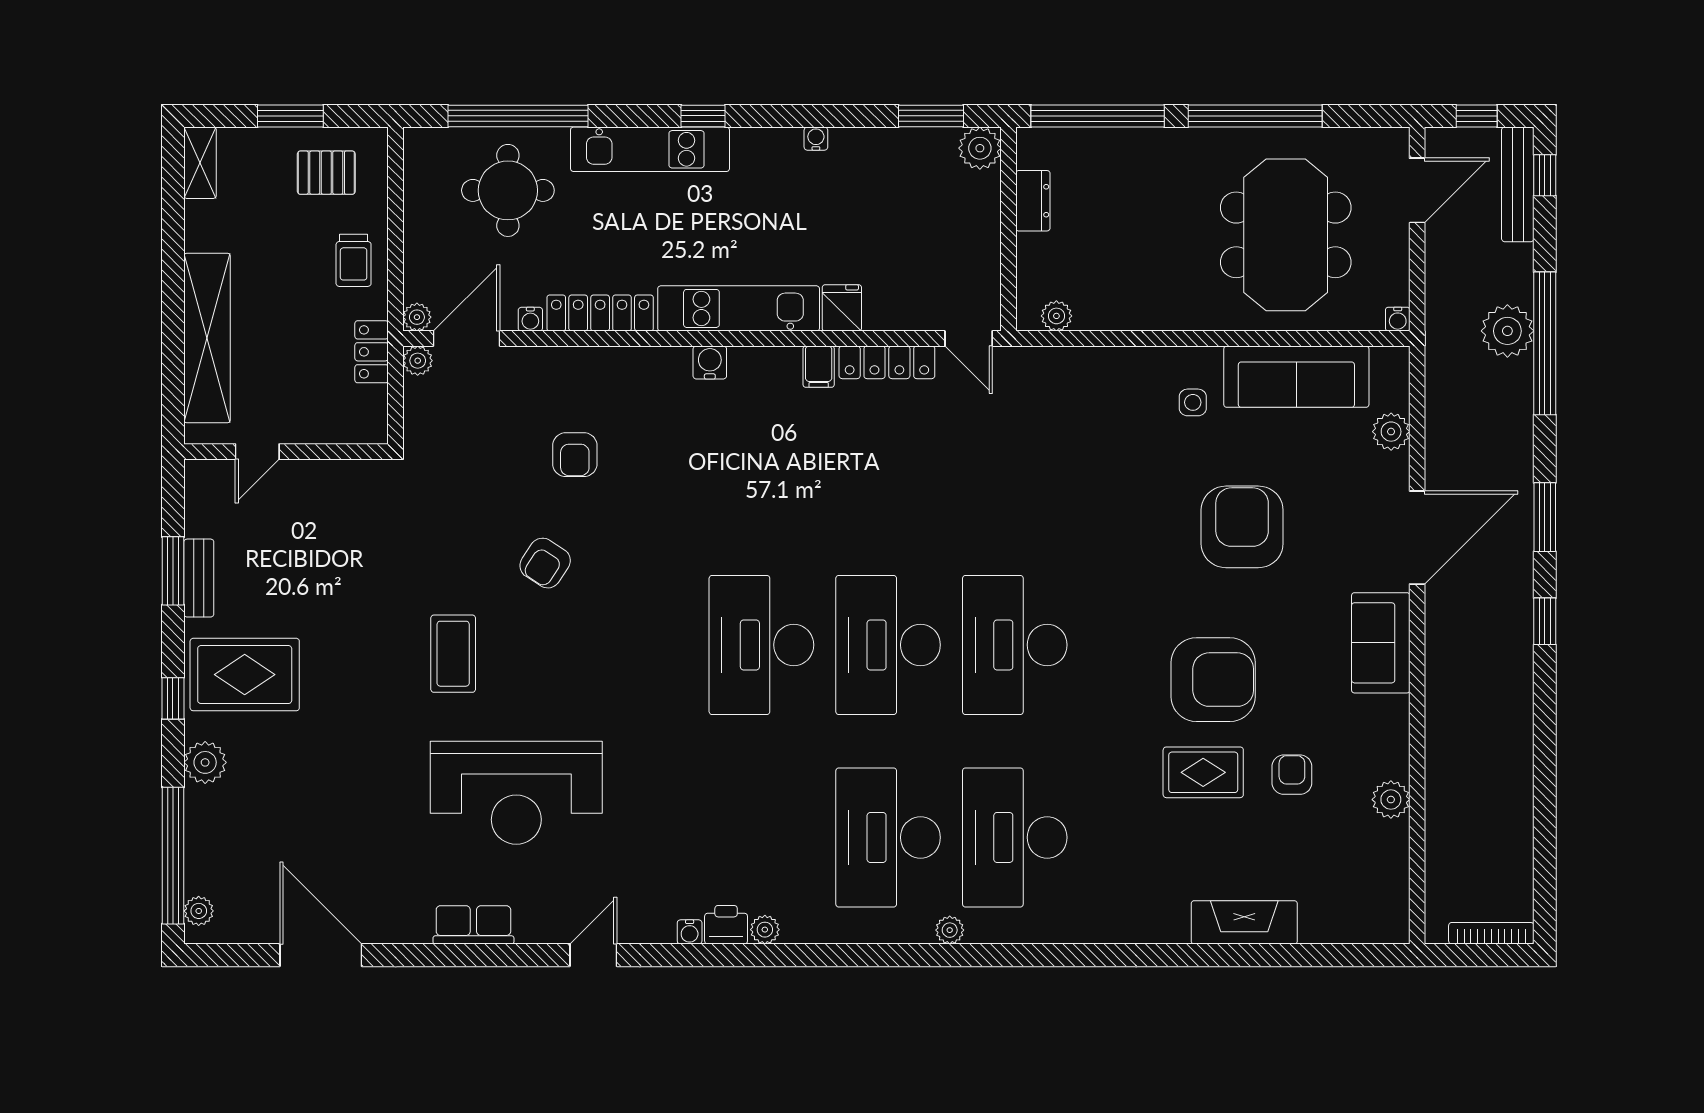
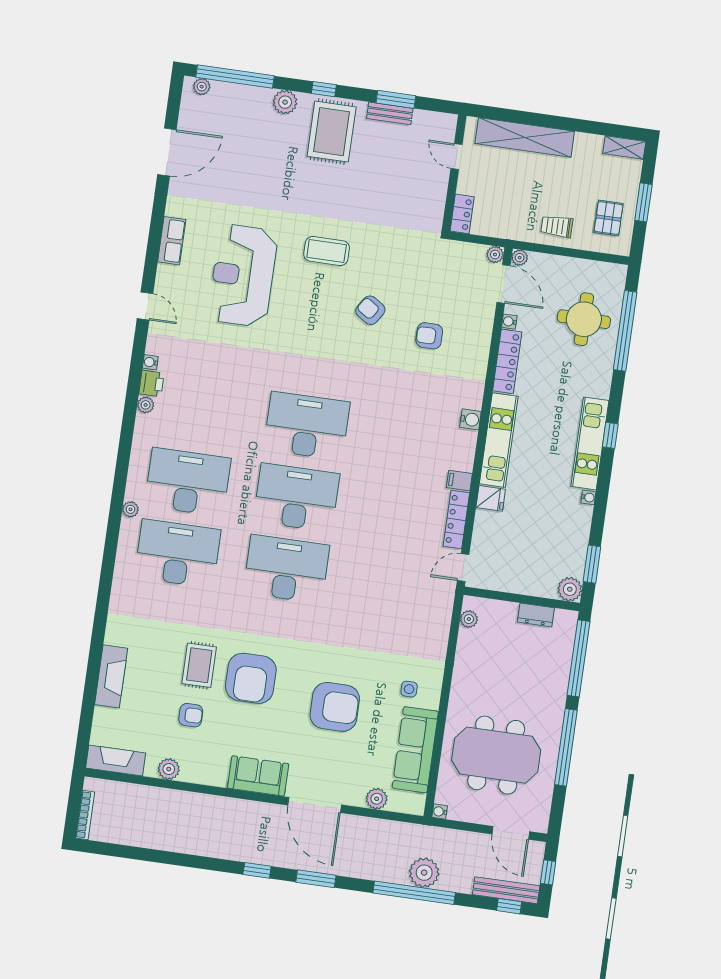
kitchen unit: (650, 149) -> (590, 443), moved
locker: (372, 352) -> (462, 214), moved, turned 90
fireplace: (1389, 894) -> (116, 760), added

